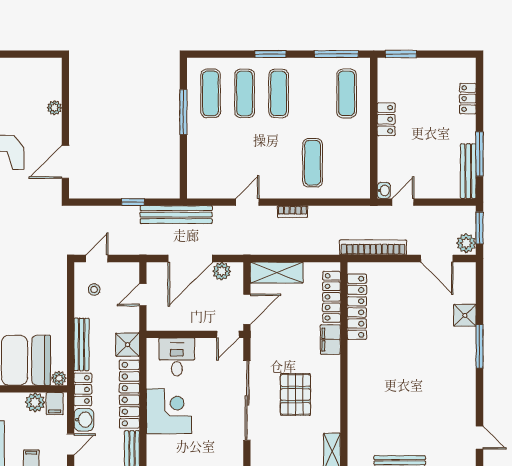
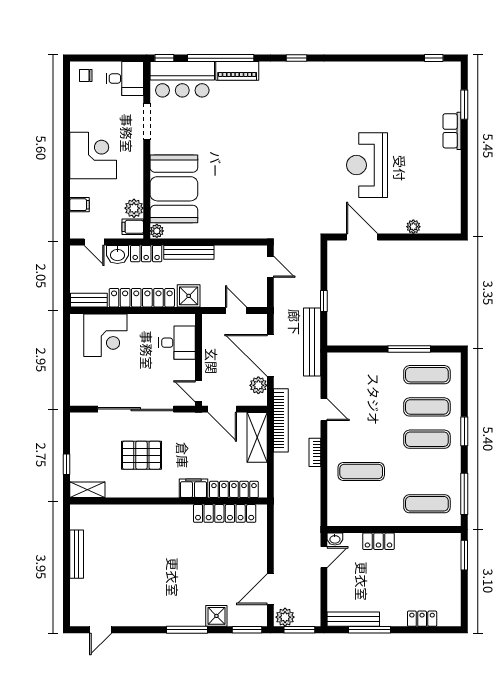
locker: (386, 119) -> (378, 541), moved
door: (403, 202) -> (324, 557), hinge flipped
bookcase: (373, 247) -> (281, 420), moved
window: (480, 283) -> (247, 630), added
stool: (94, 290) -> (241, 264), removed
corner desk: (169, 411) -> (105, 335), moved

